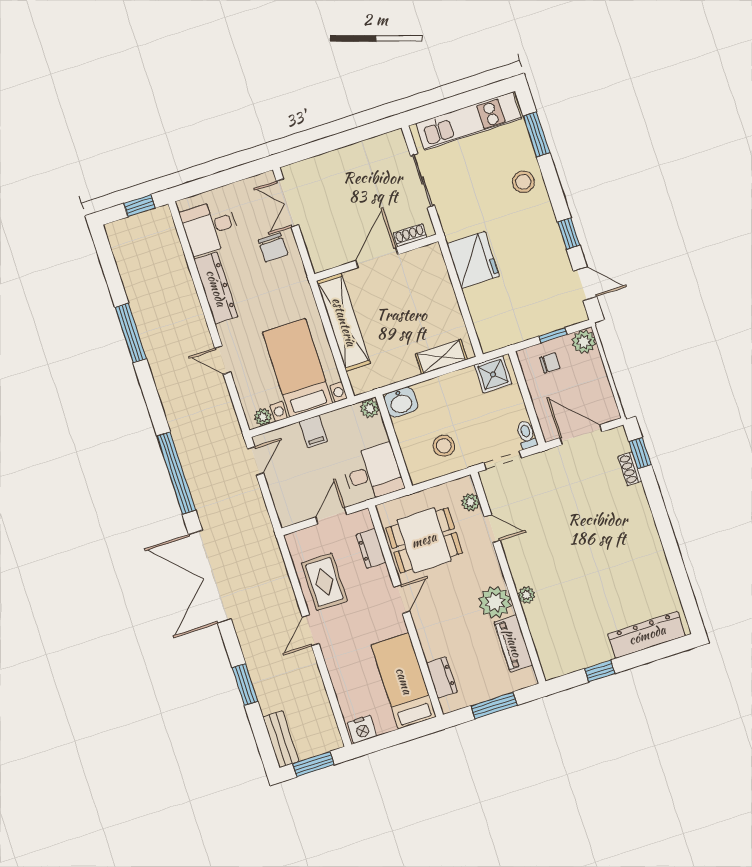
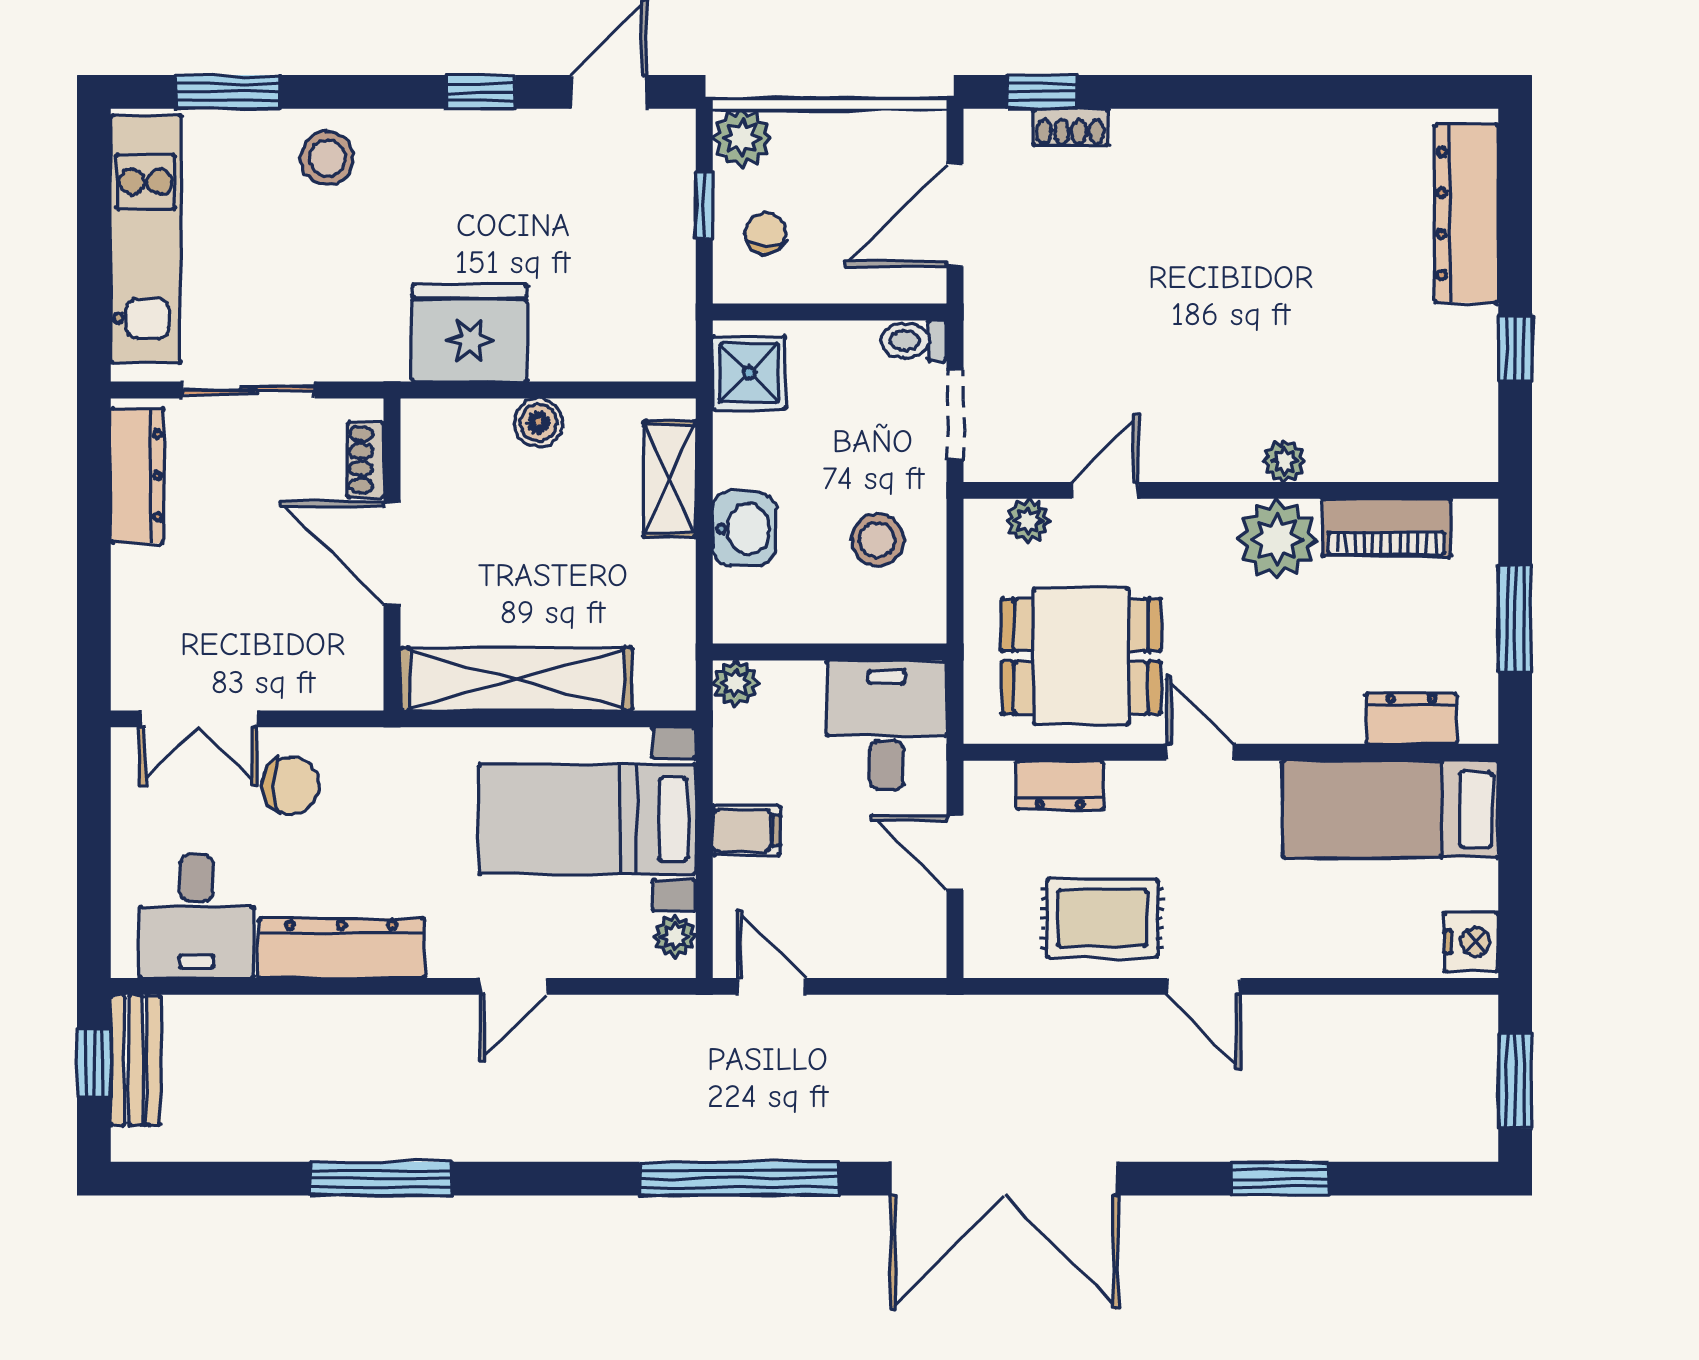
dresser: (375, 148) -> (137, 476), added
boiler: (447, 298) -> (538, 422), added
washbasin: (401, 402) -> (744, 529), moved
dining table: (424, 540) -> (1081, 656), turned 90
bench: (281, 739) -> (136, 1060), moved, turned 90

